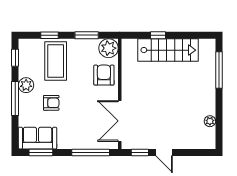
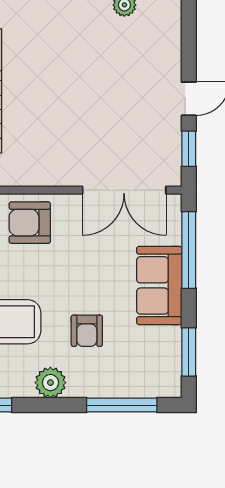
window: (15, 98) -> (122, 405), moved
armchair: (51, 103) -> (87, 331), turned 180
sofa: (38, 138) -> (159, 285), moved

